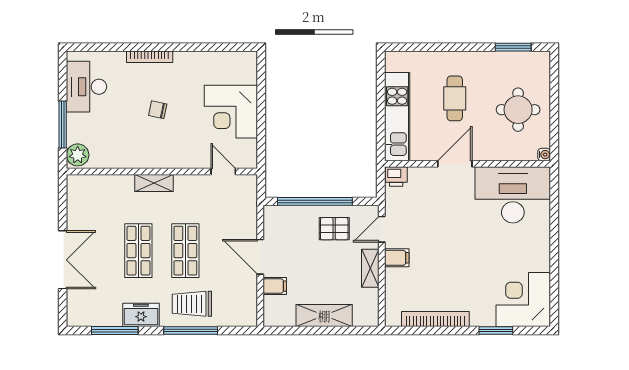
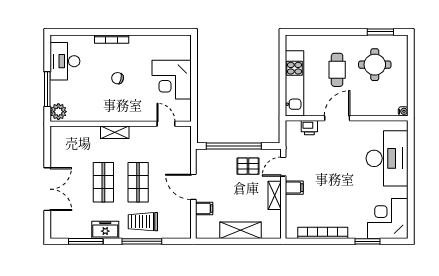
round table: (518, 110) -> (375, 65), moved
printer: (396, 177) -> (309, 128), moved
desk: (513, 195) -> (387, 158), moved, turned 90

